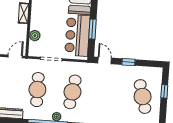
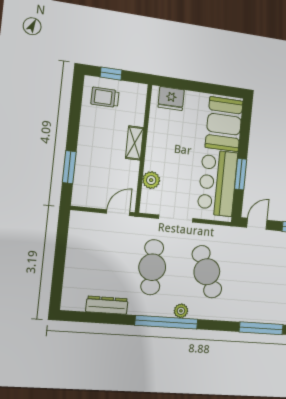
door: (105, 60) -> (257, 224), hinge flipped
cafe table: (72, 92) -> (207, 272), turned -33

